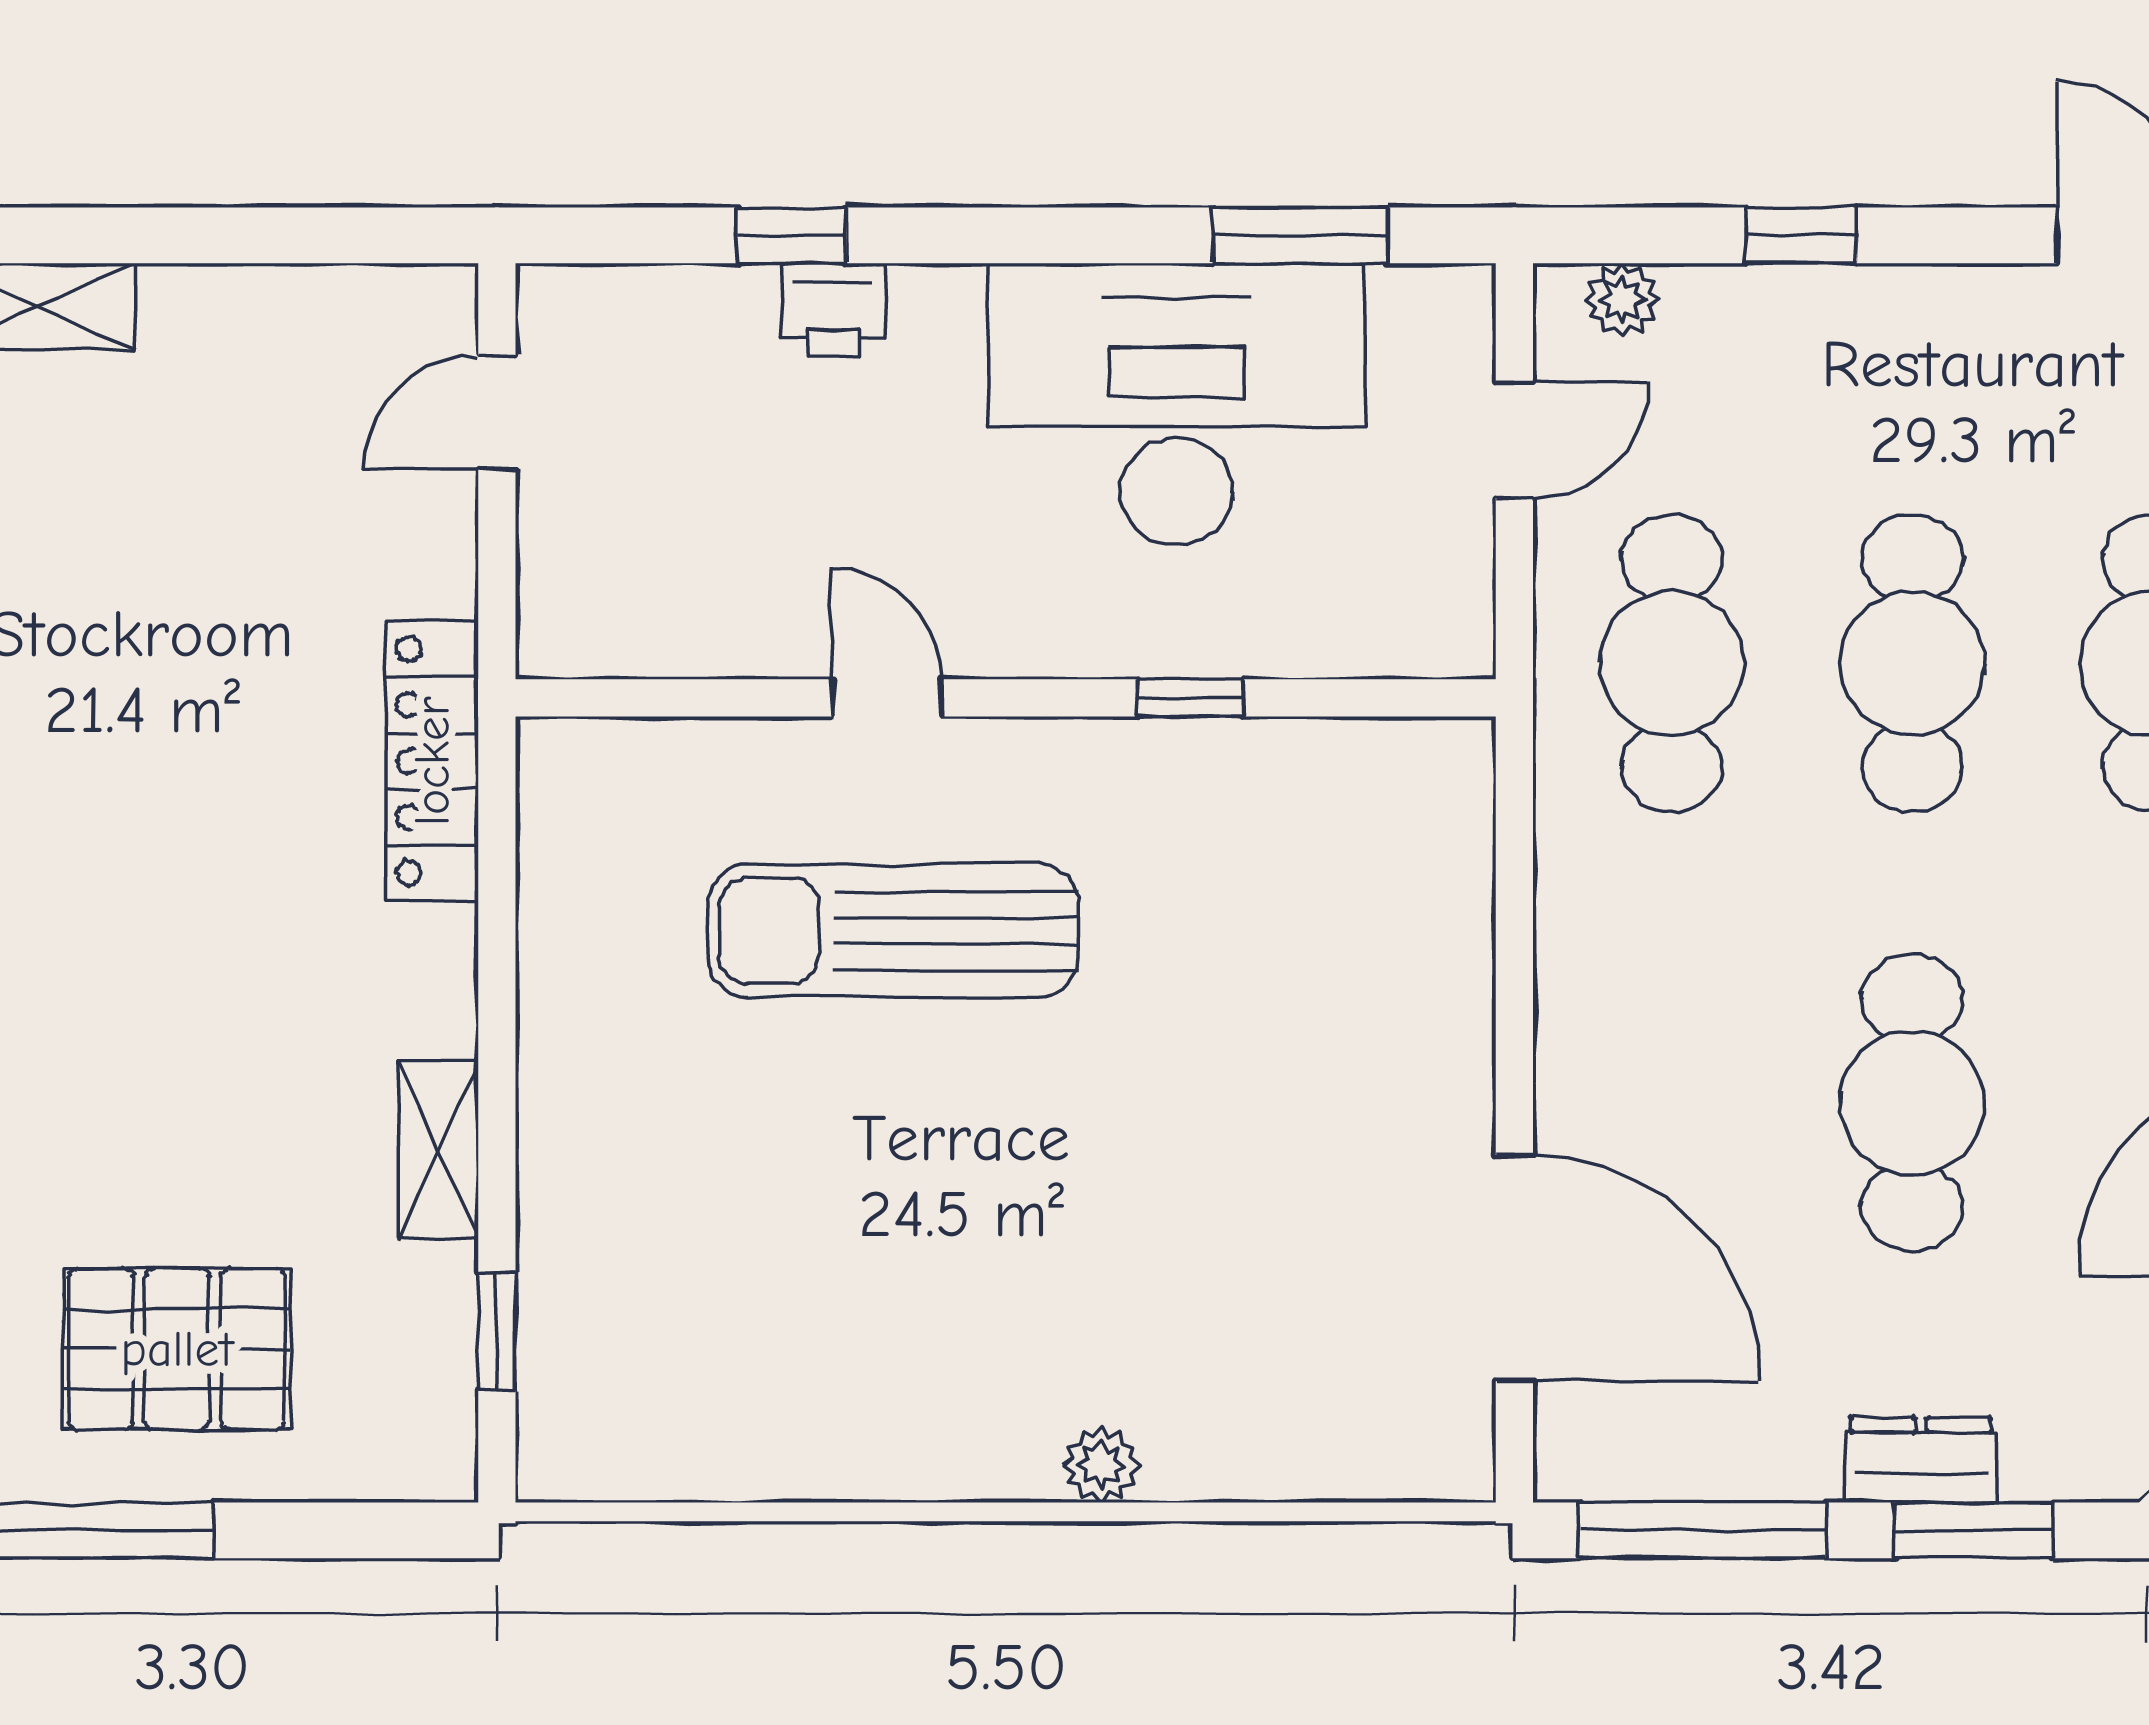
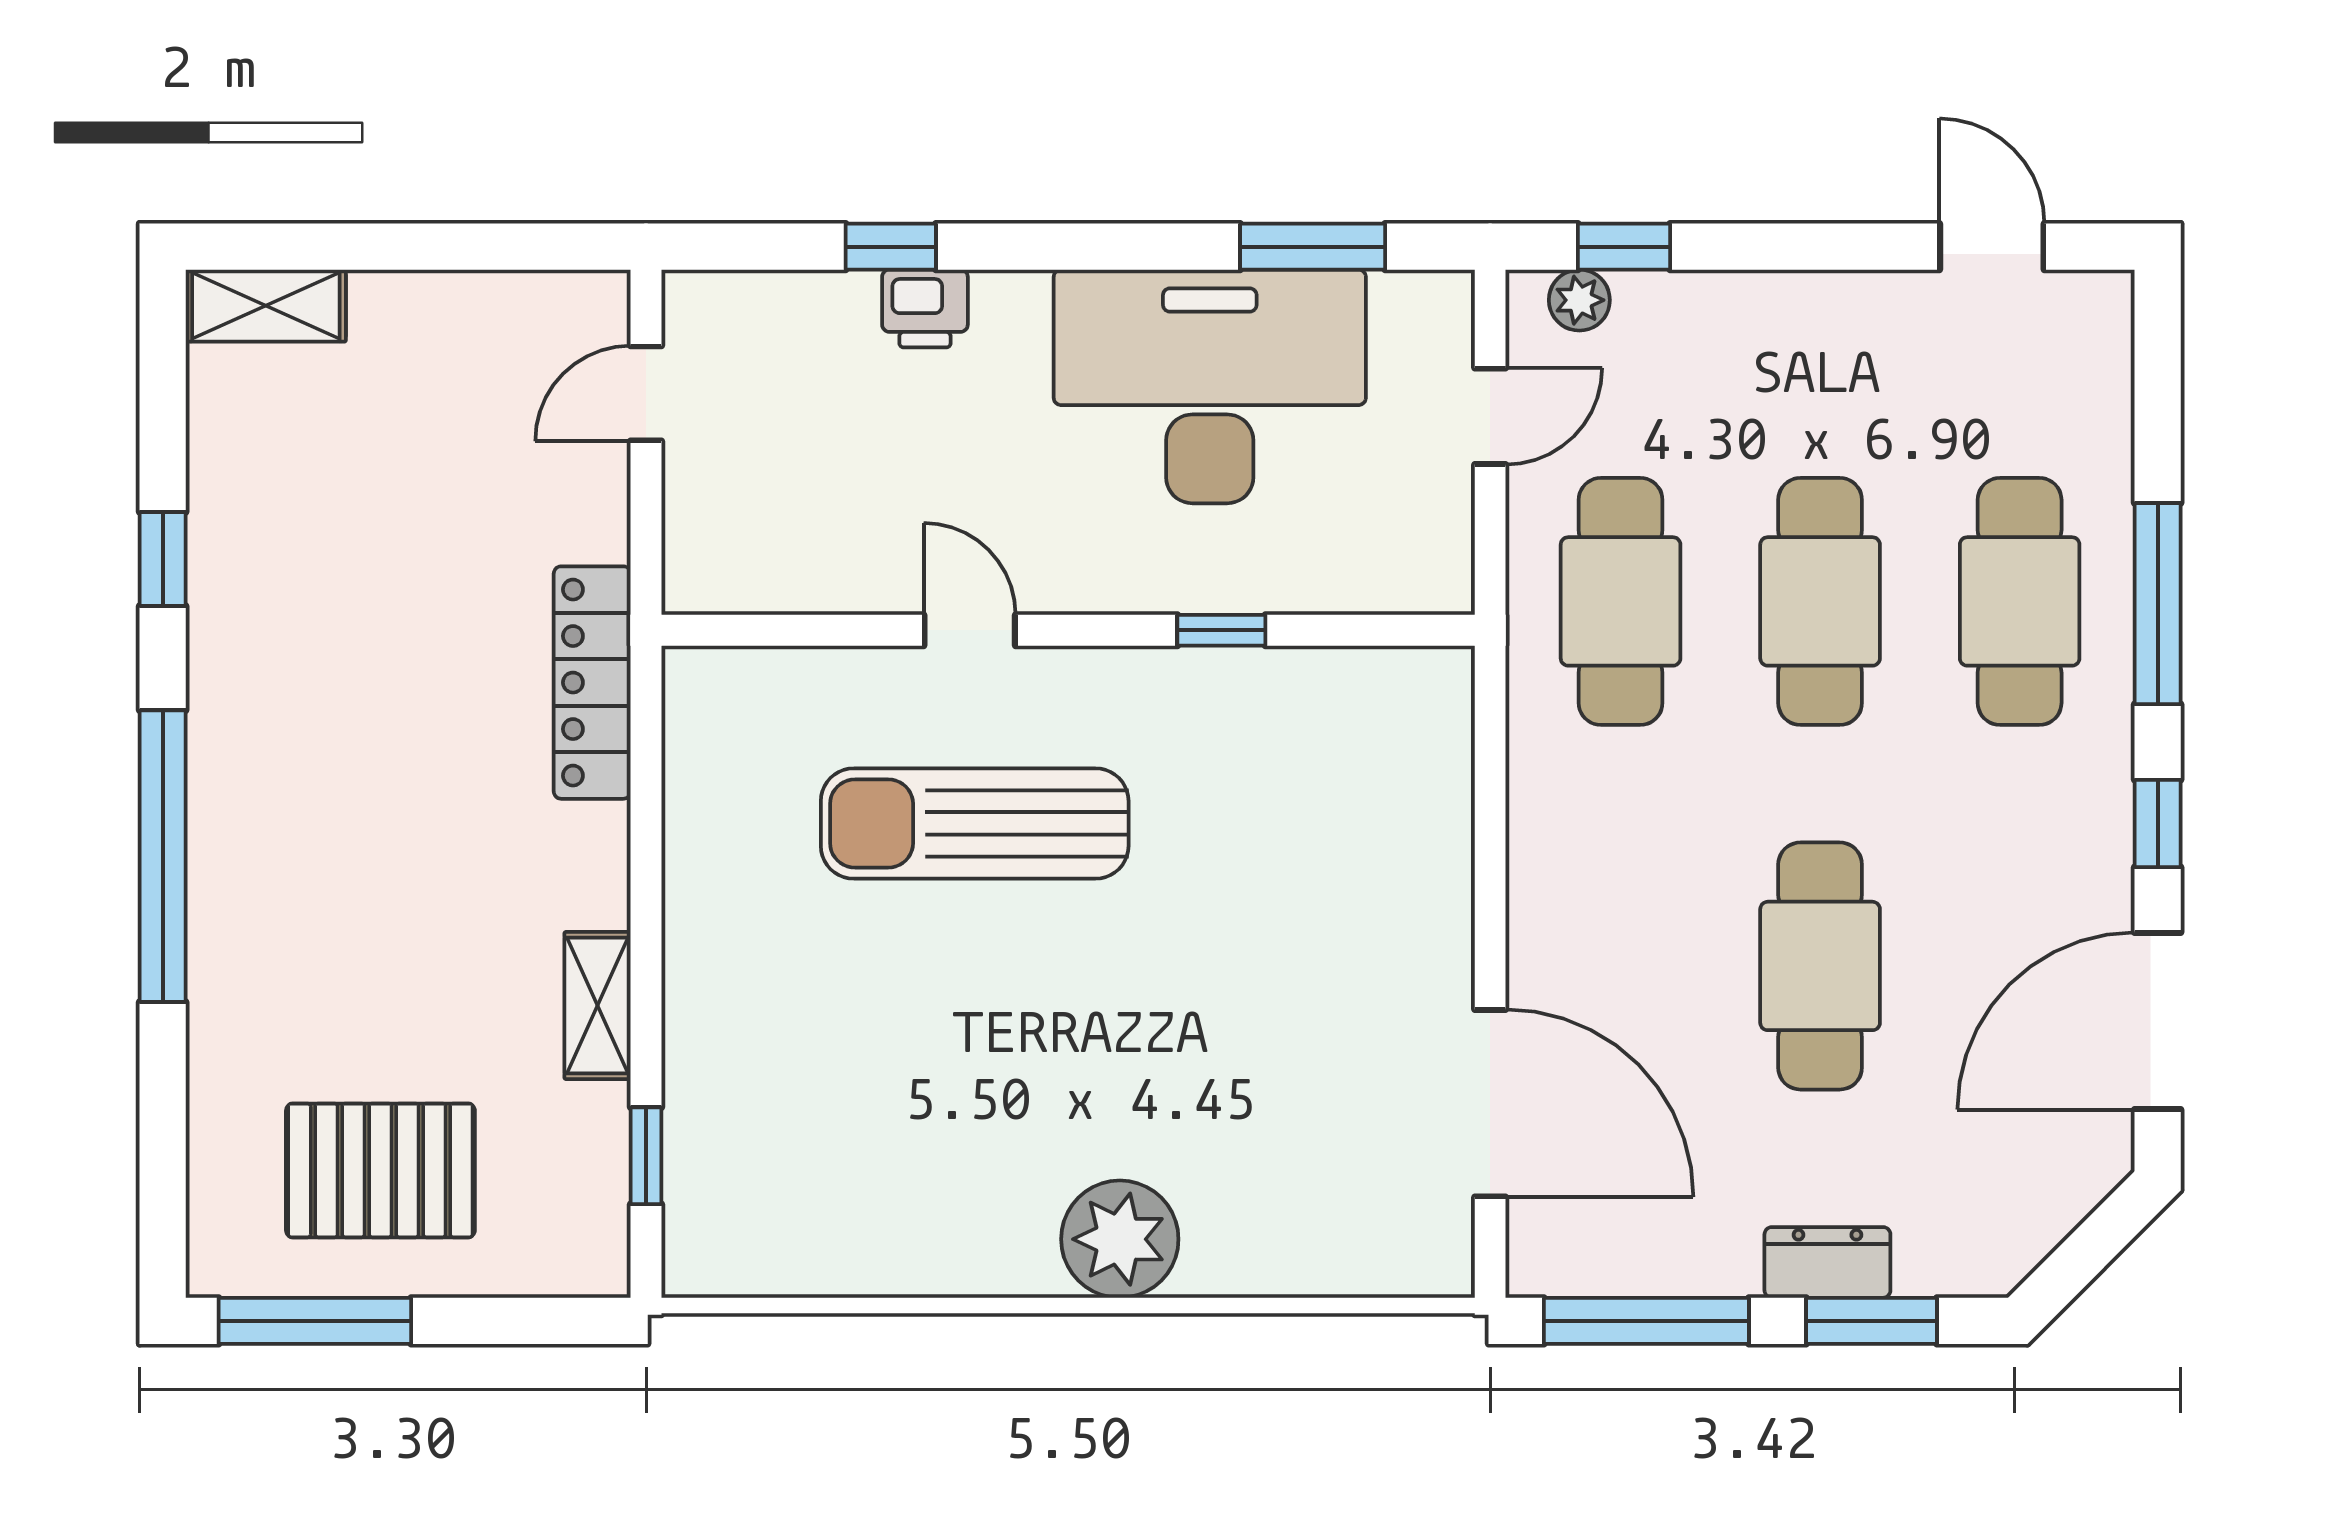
window: (1801, 235) -> (1624, 247), moved
plant: (1101, 1465) -> (1120, 1239), width x1.88, depth x1.88

